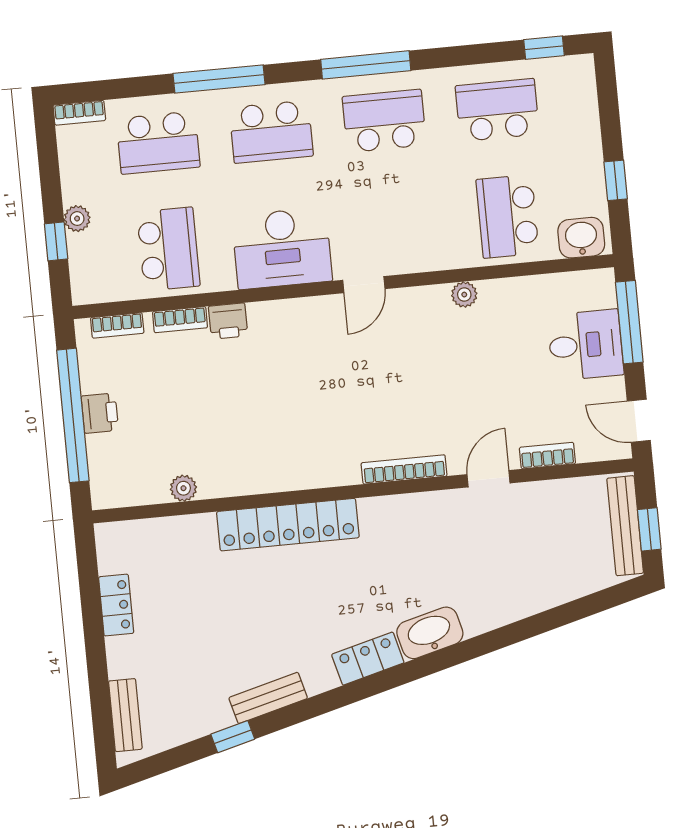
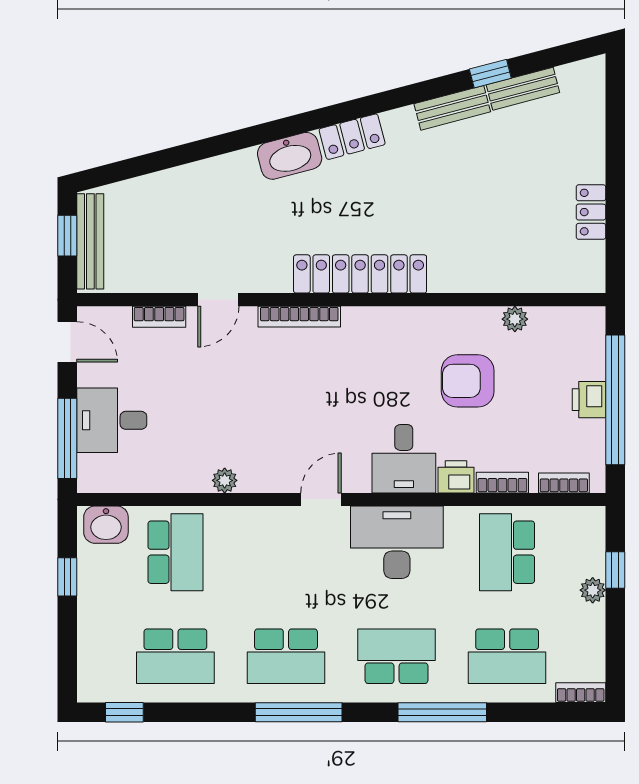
school desk: (158, 143) -> (507, 656), turned 180
desk: (283, 334) -> (404, 459), added
armchair: (226, 420) -> (468, 381), added
locker: (288, 525) -> (360, 274), moved
bench: (125, 715) -> (523, 89), moved, turned 75

